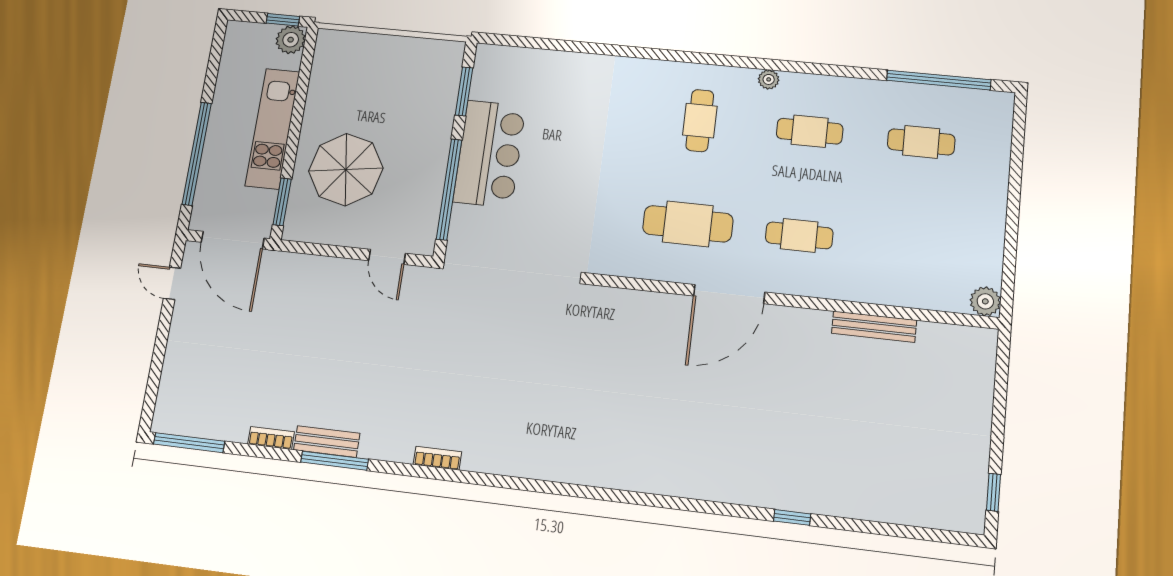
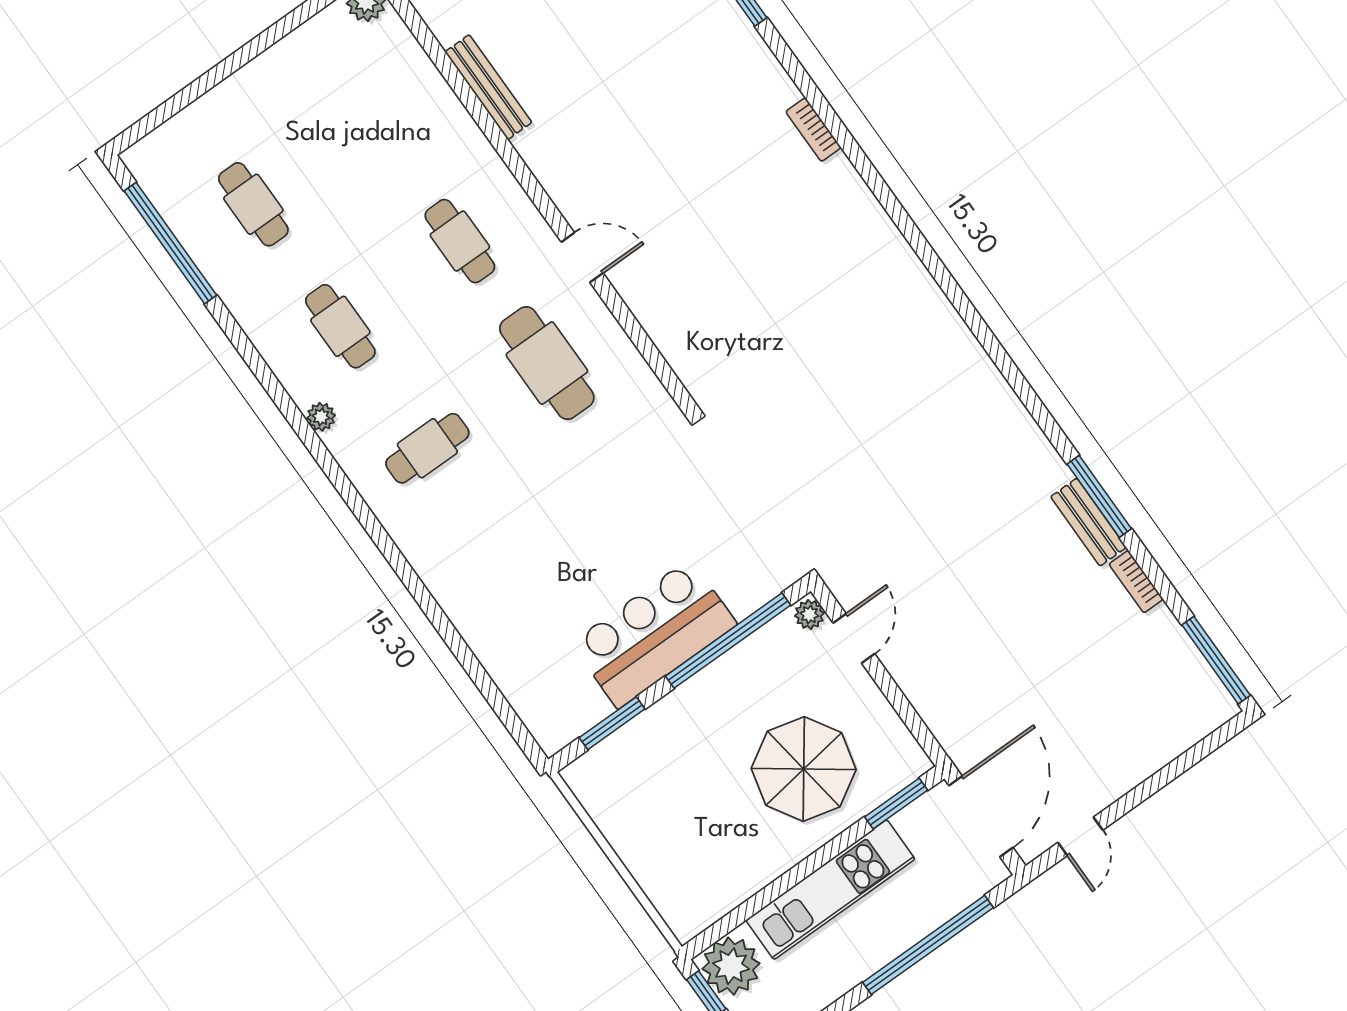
plant: (291, 40) -> (731, 966), width x1.36, depth x1.36
plant: (422, 245) -> (809, 615), added
door: (729, 294) -> (582, 257), width x0.53
bookcase: (437, 458) -> (813, 130), moved

